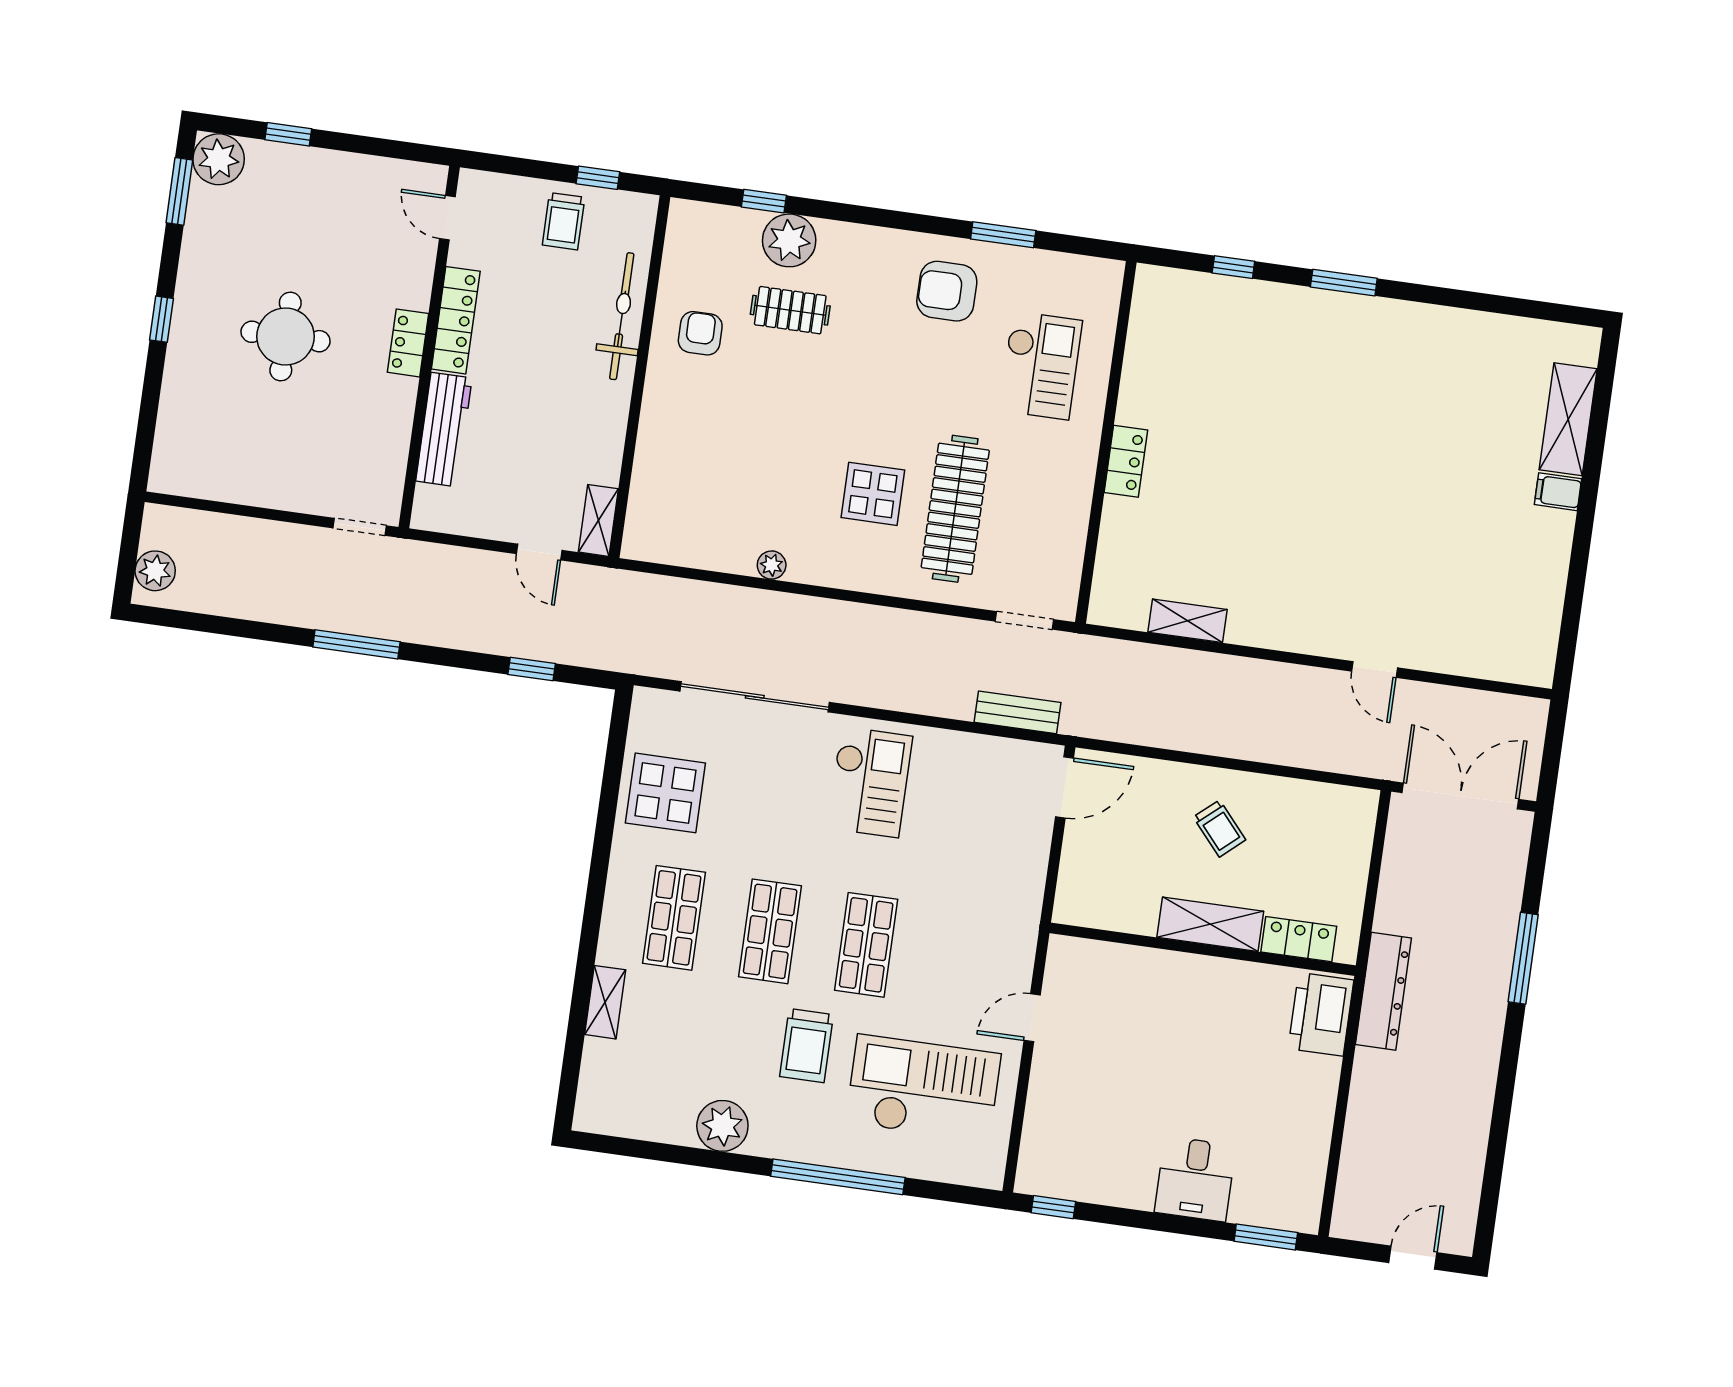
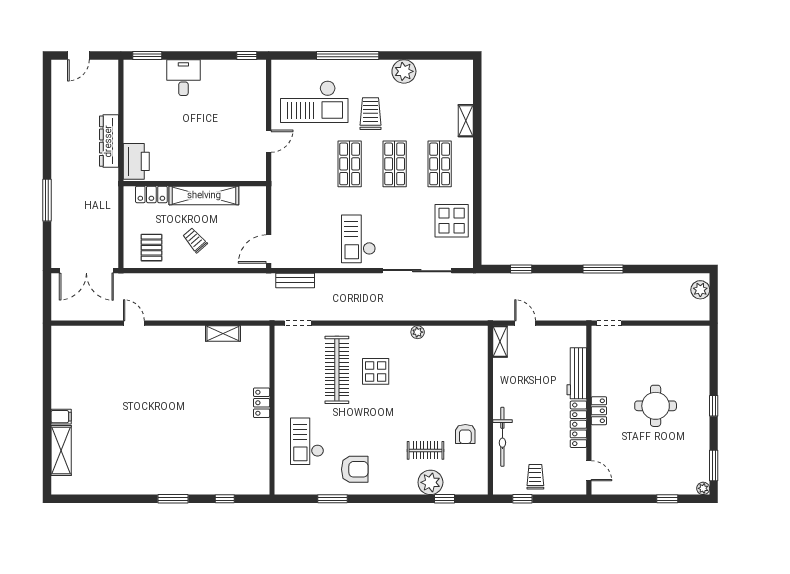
plant: (219, 159) -> (703, 488), width x0.53, depth x0.53
pallet: (1314, 826) -> (151, 248), added
shelving: (1210, 924) -> (204, 196), width x1.47
dresser: (1383, 991) -> (109, 141), moved

